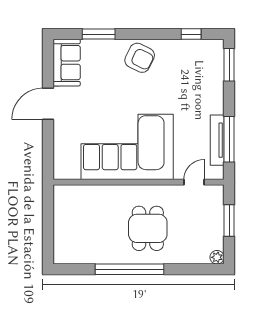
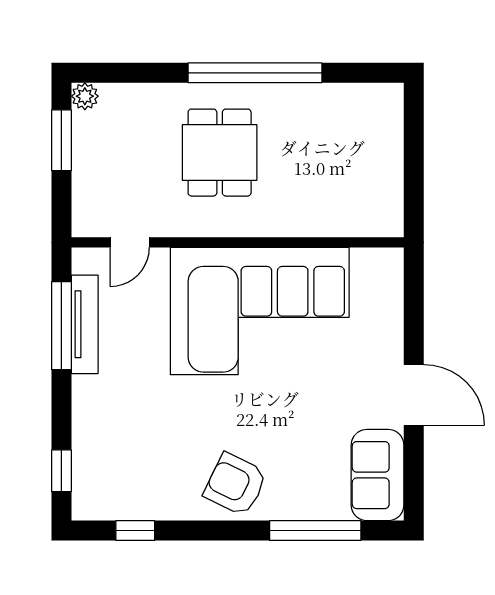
window: (99, 34) -> (315, 531), width x1.44
window: (229, 65) -> (61, 471), width x0.67
door: (48, 104) -> (414, 395), hinge flipped
window: (229, 220) -> (61, 140), moved

